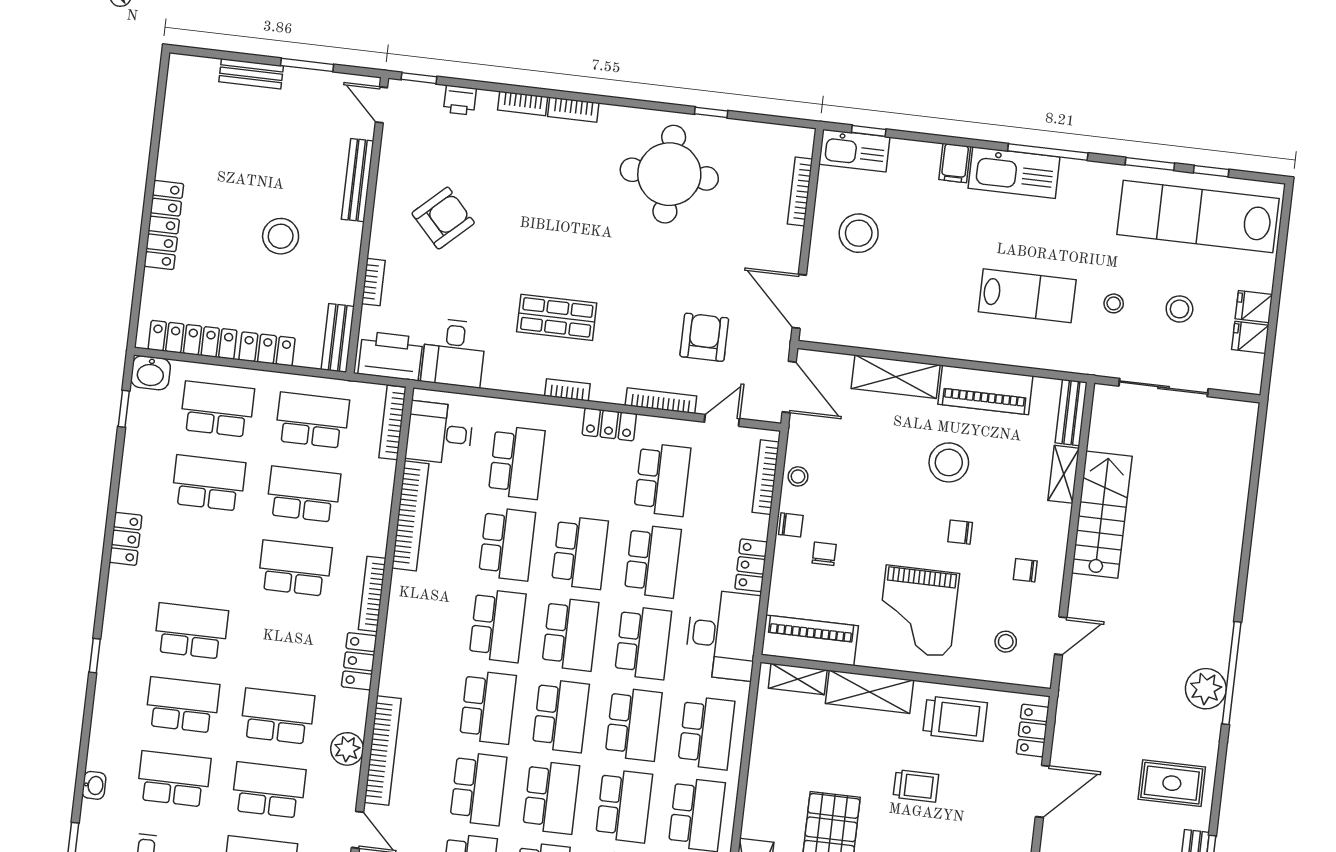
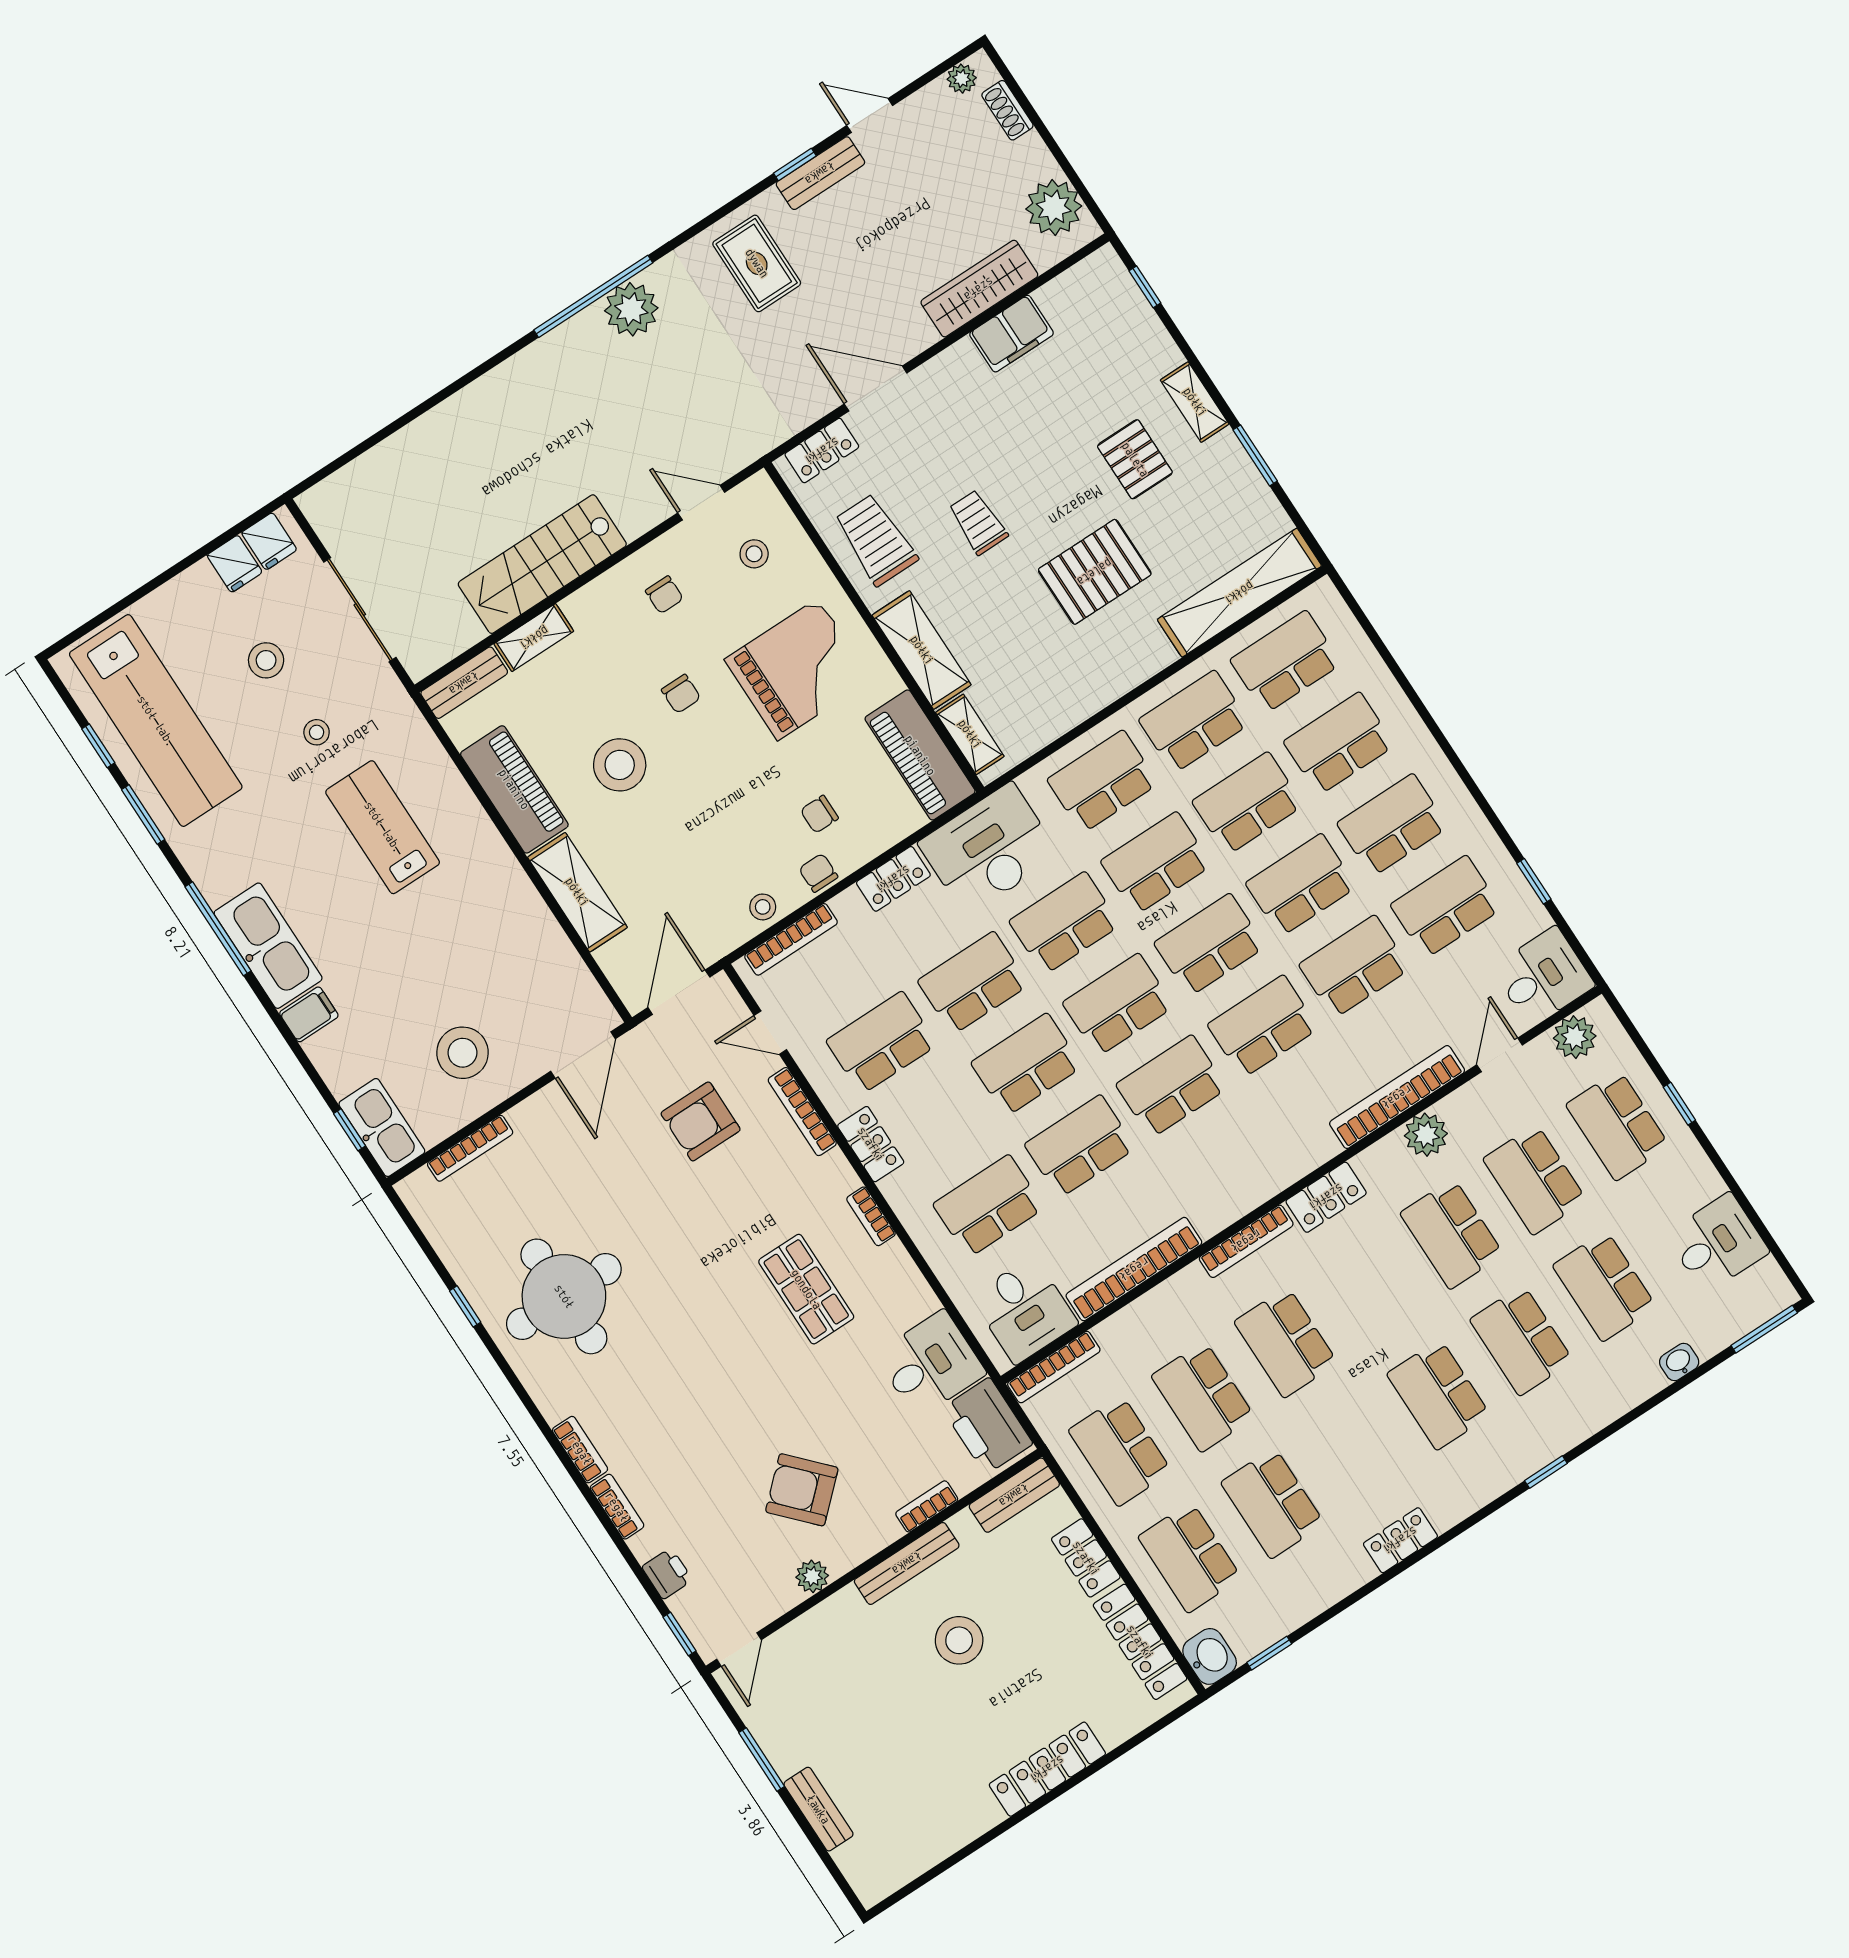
bench: (358, 180) -> (907, 1563), moved
plant: (388, 182) -> (812, 1576), added
fridge: (1254, 307) -> (269, 541), moved

